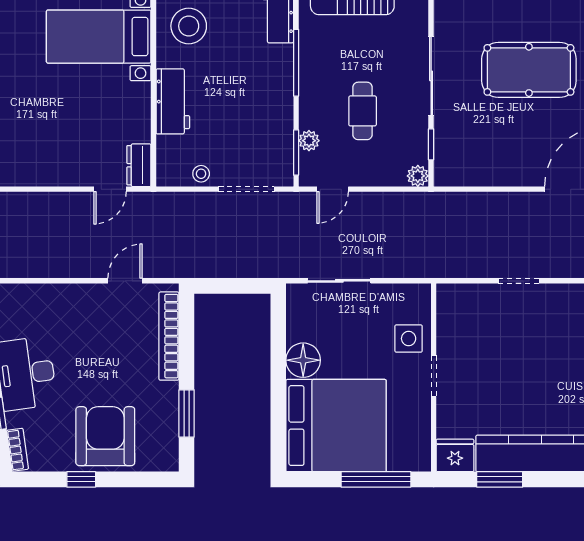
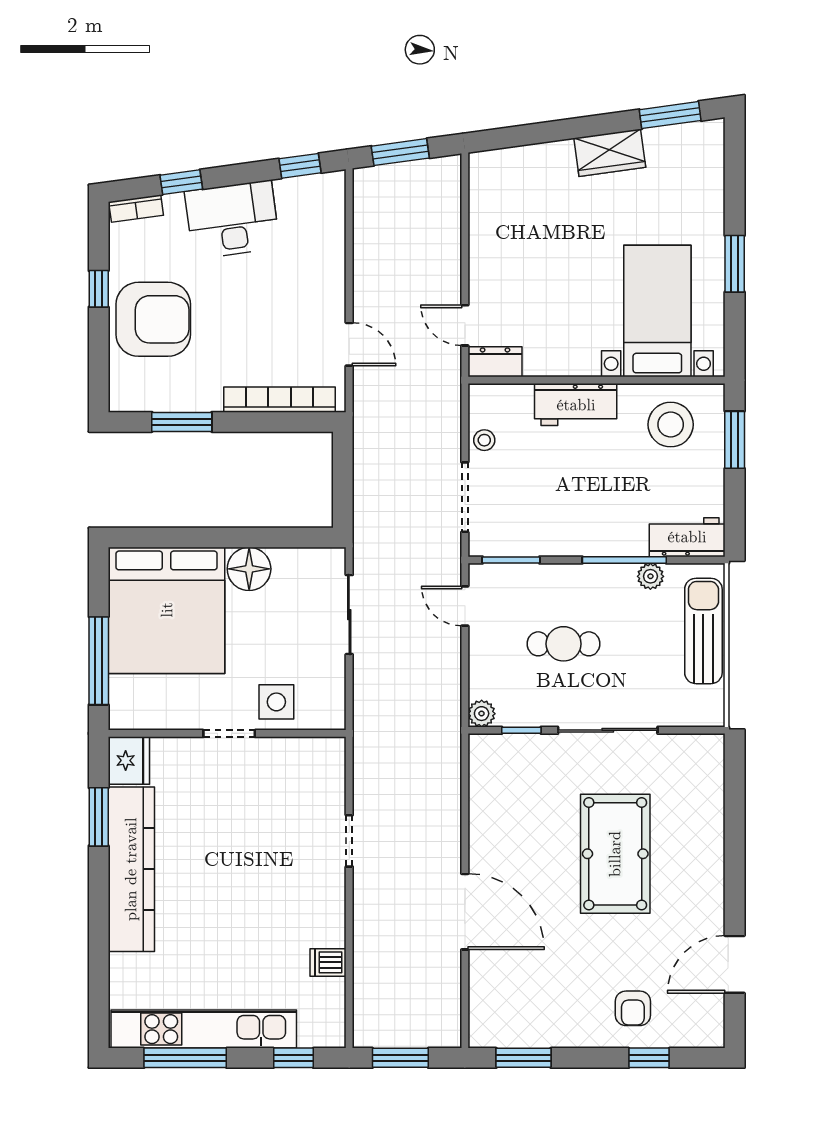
plant: (309, 141) -> (650, 576), moved

